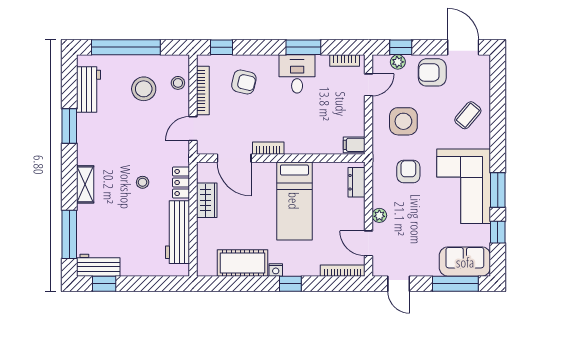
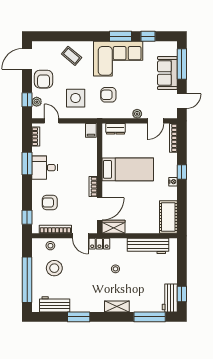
armchair: (244, 82) -> (50, 203), turned -103
locker: (181, 183) -> (99, 244), moved
wardrobe: (207, 200) -> (113, 227), moved
sofa: (465, 262) -> (167, 73), moved
cot: (243, 263) -> (168, 217), moved

